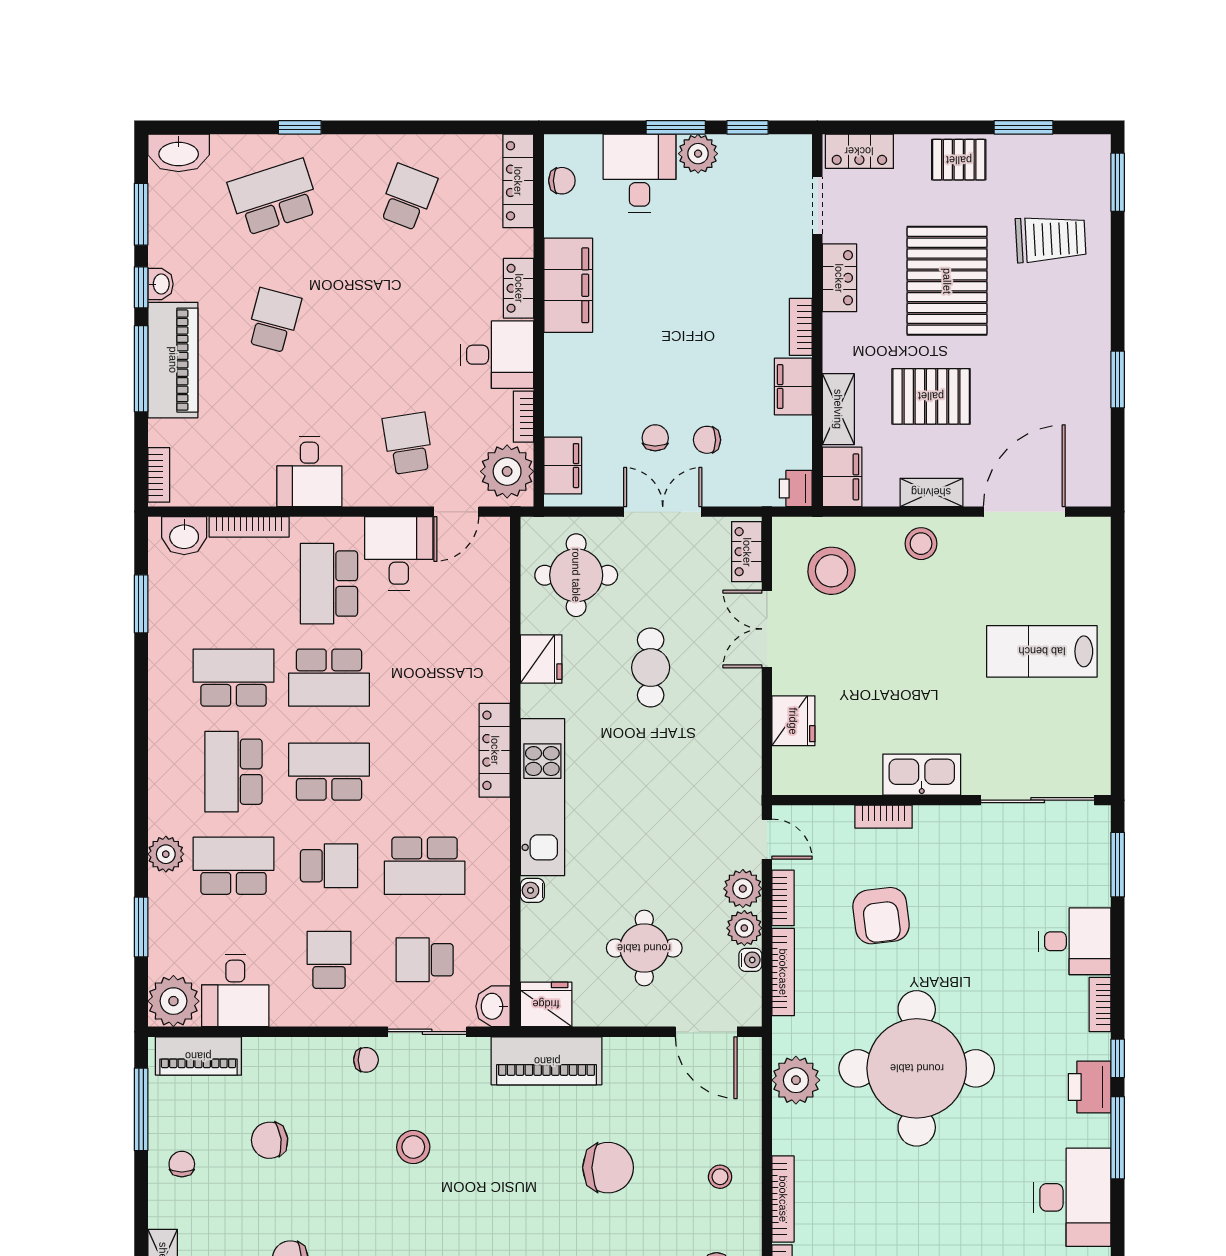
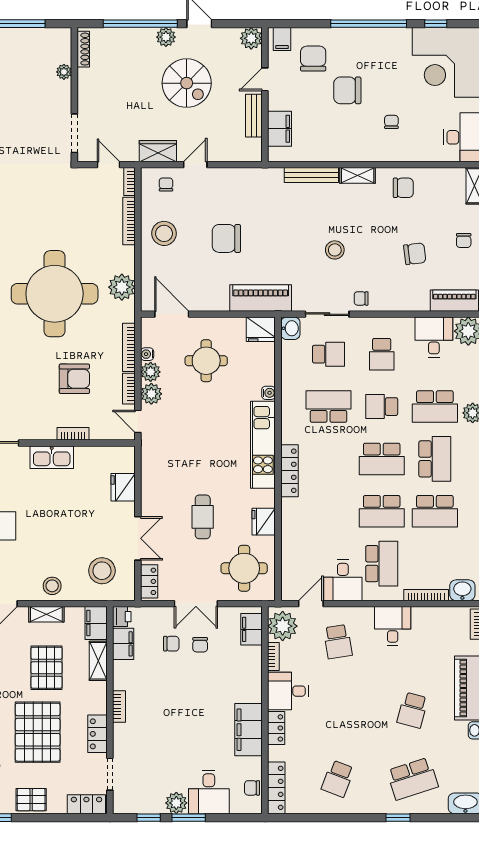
filing cabinet: (793, 387) -> (123, 644), moved
pallet: (931, 396) -> (47, 668), turned 90
school desk: (329, 678) -> (382, 511), turned 180
armchair: (881, 916) -> (74, 379), turned 97
stool: (720, 1177) -> (164, 233), width x1.89, depth x1.89

